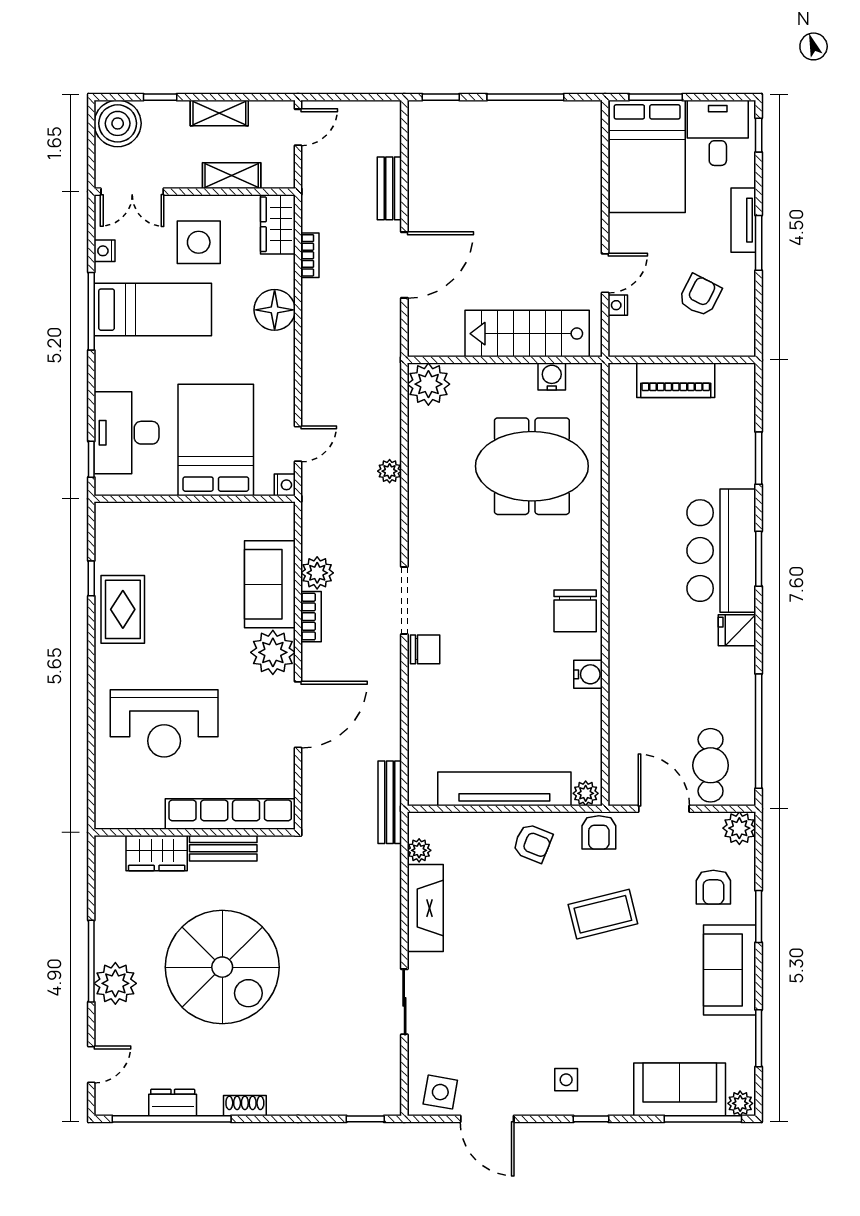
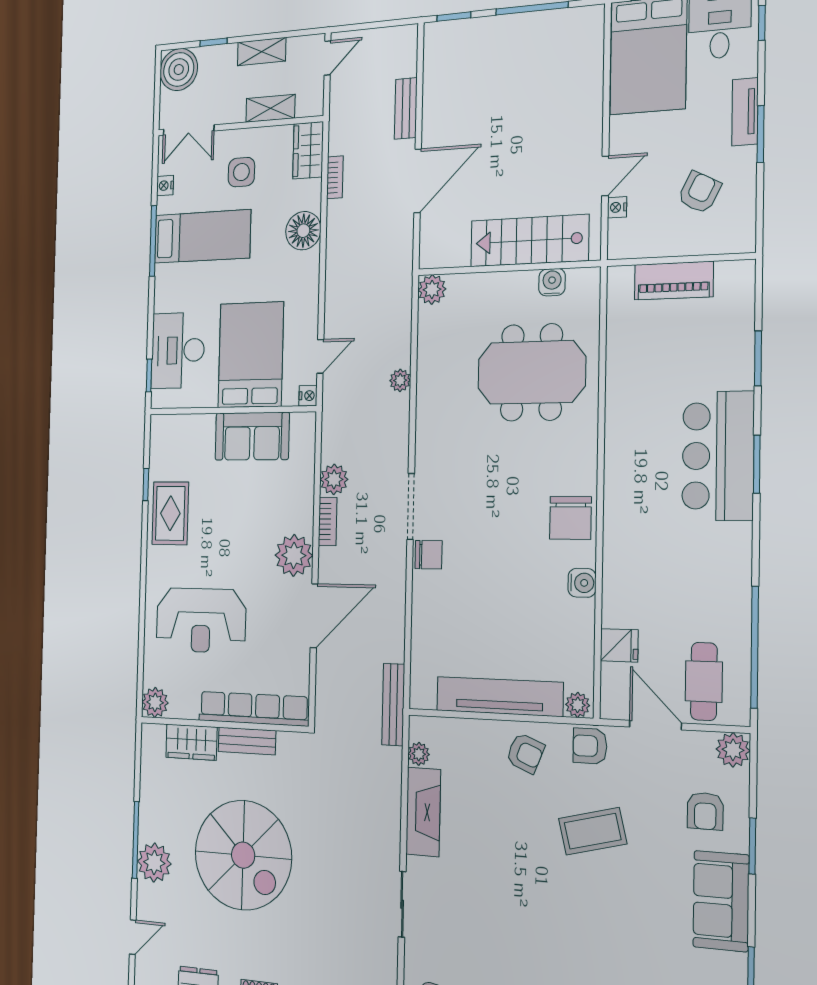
side table: (199, 242) -> (241, 172), width x0.73, depth x0.73
plant: (428, 384) -> (432, 289), width x0.73, depth x0.73
sofa: (270, 584) -> (252, 436), moved, turned -90
fridge: (737, 630) -> (619, 645), moved, turned 180
plant: (111, 813) -> (155, 702), added
armchair: (599, 832) -> (590, 746), turned 90

